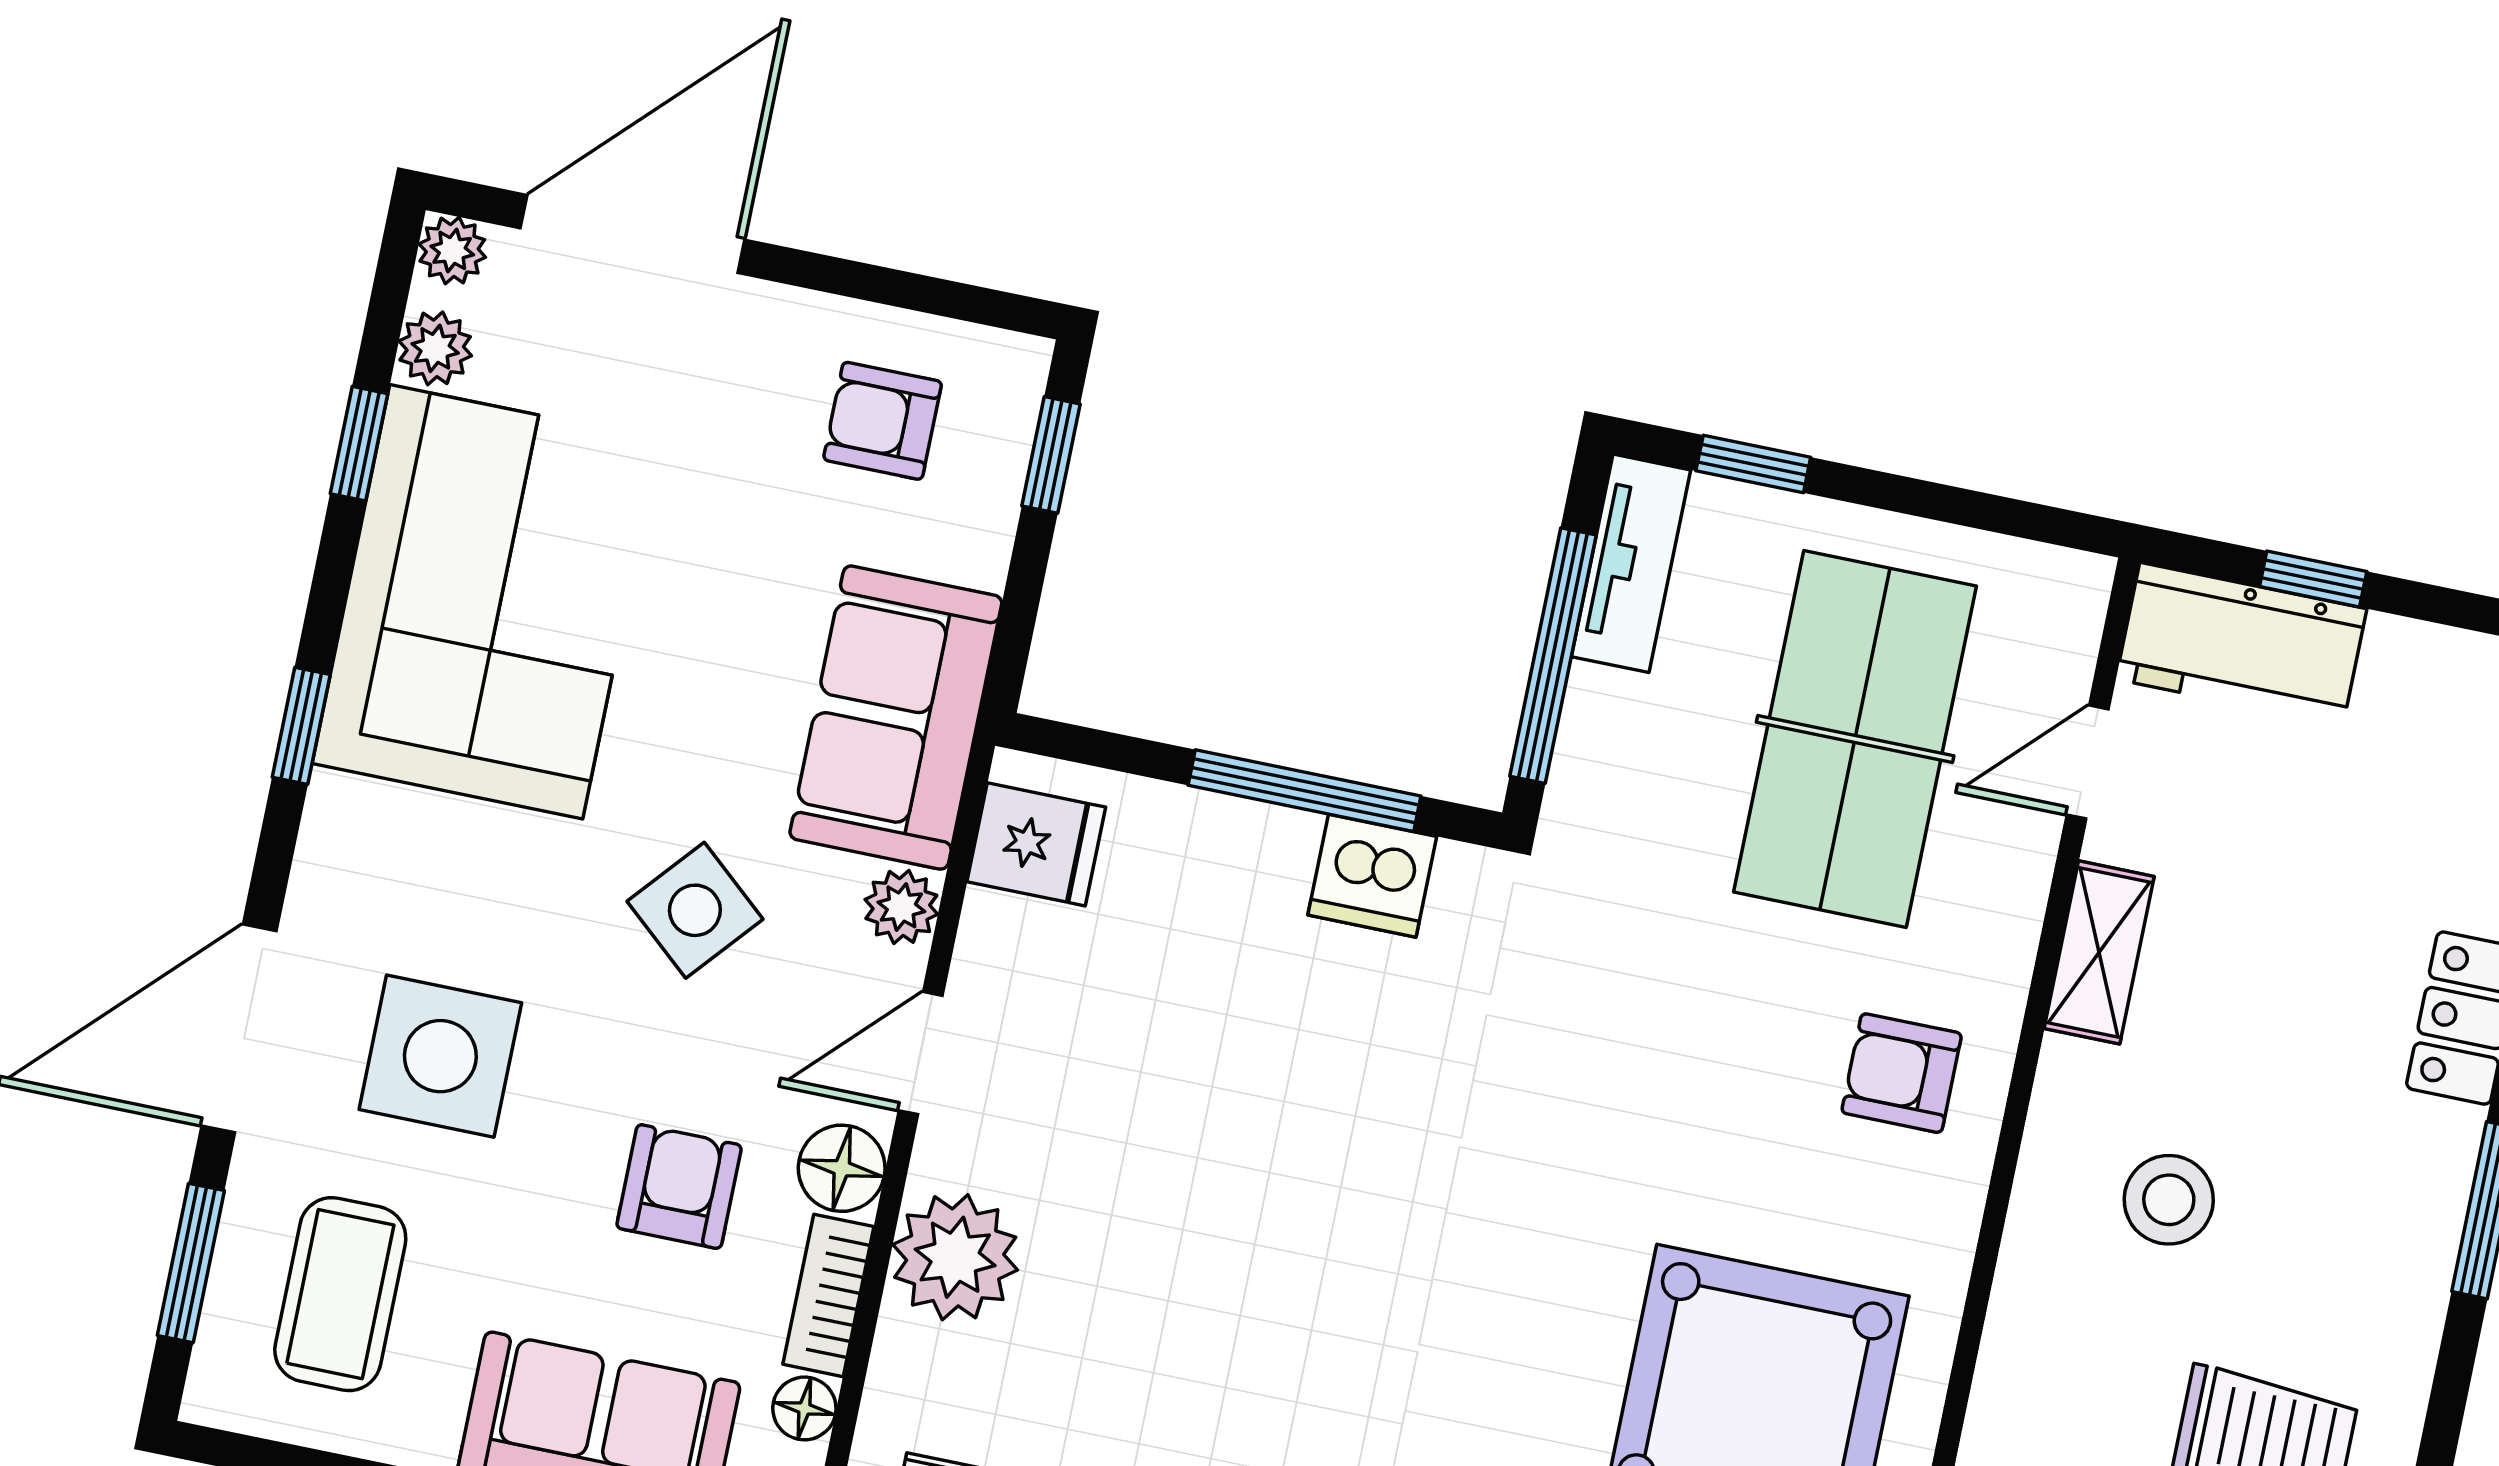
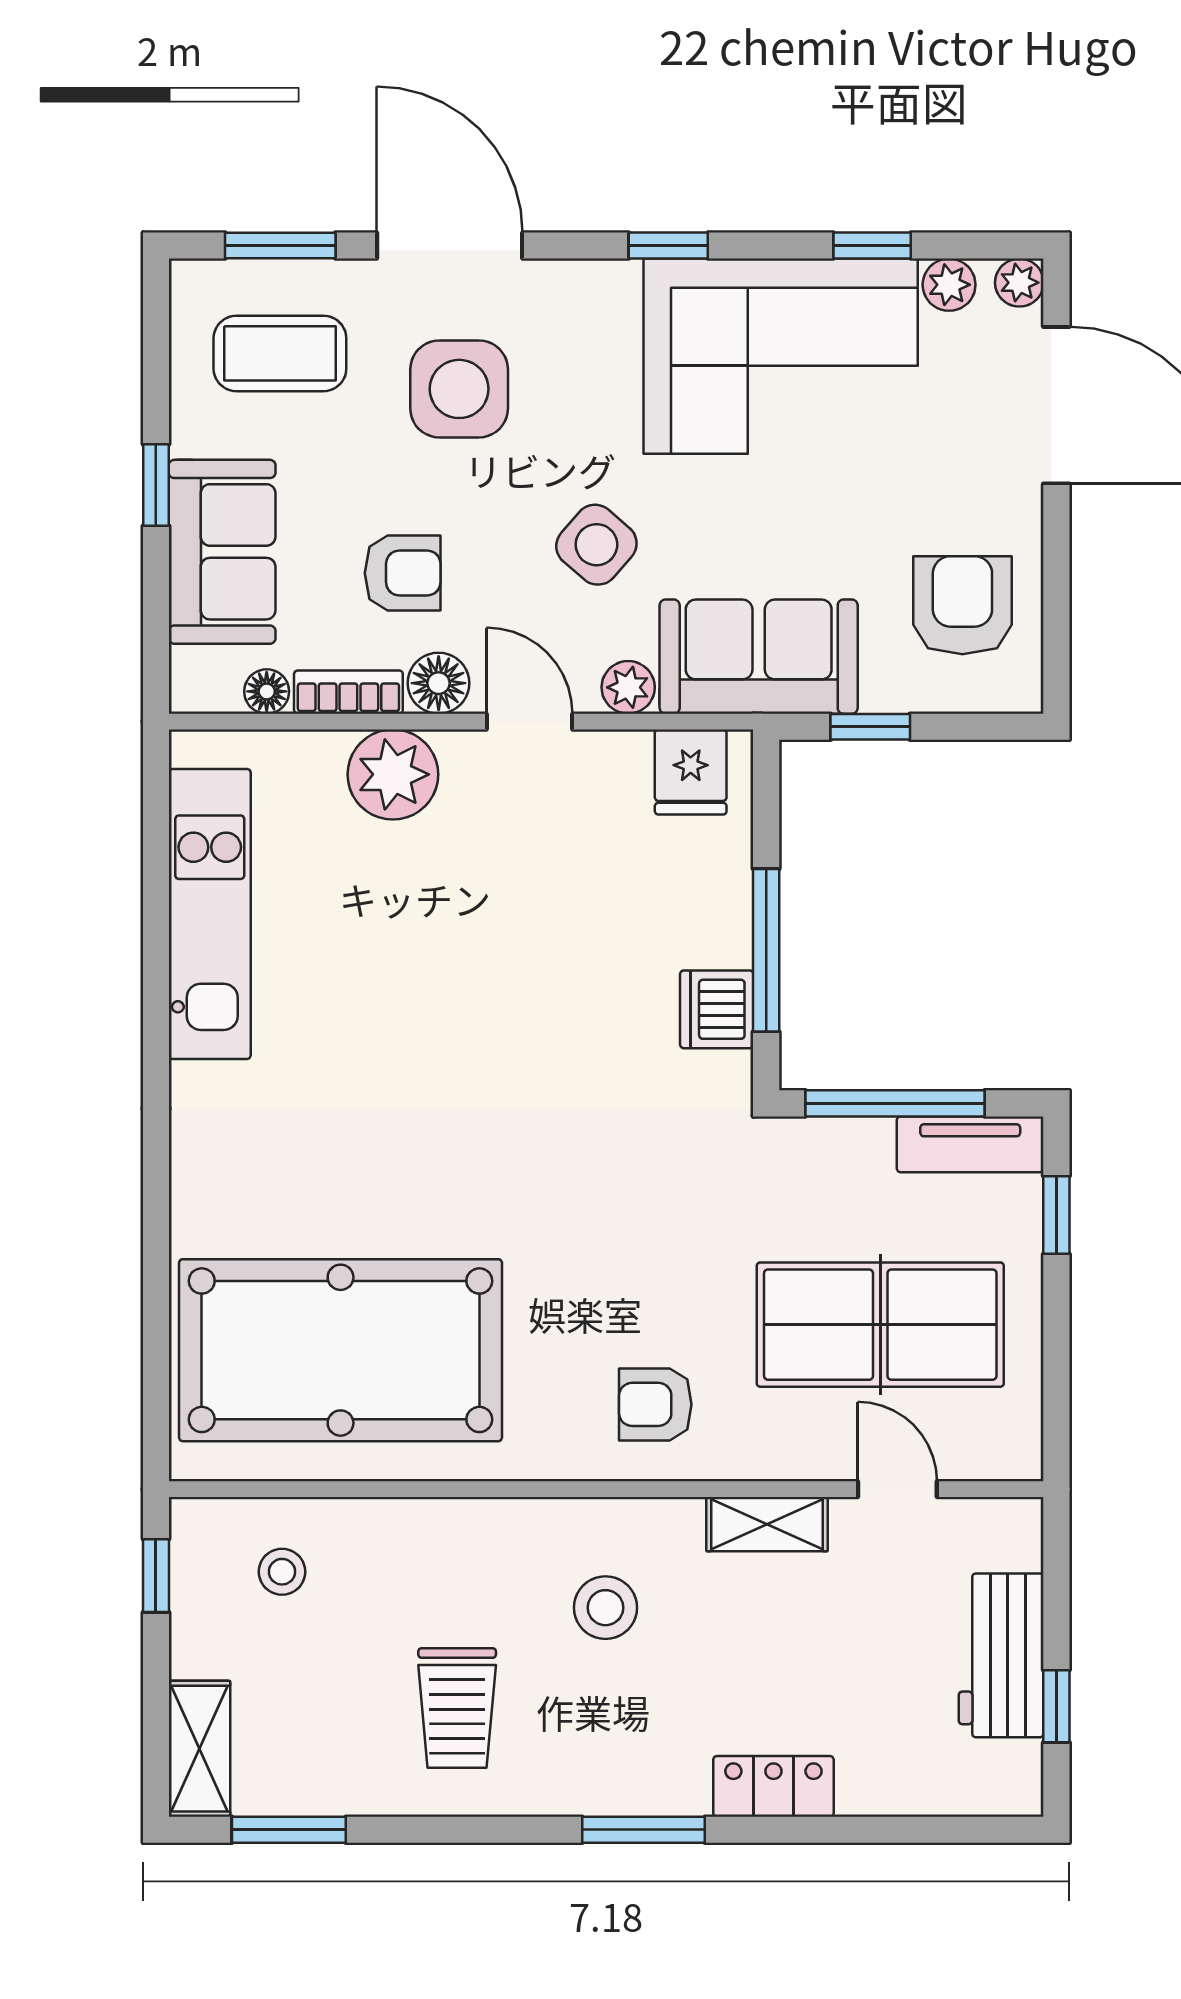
armchair: (883, 421) -> (962, 605), width x1.38, depth x1.38
window: (1051, 455) -> (870, 727), moved
window: (2313, 579) -> (1056, 1706), moved
workbench: (2241, 644) -> (1001, 1655), moved
armchair: (1902, 1073) -> (655, 1404), turned -90

